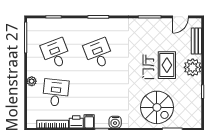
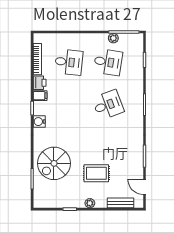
desk: (56, 53) -> (108, 62), turned 30
plant: (193, 67) -> (90, 203), width x0.53, depth x0.53
plant: (32, 81) -> (113, 38), moved

